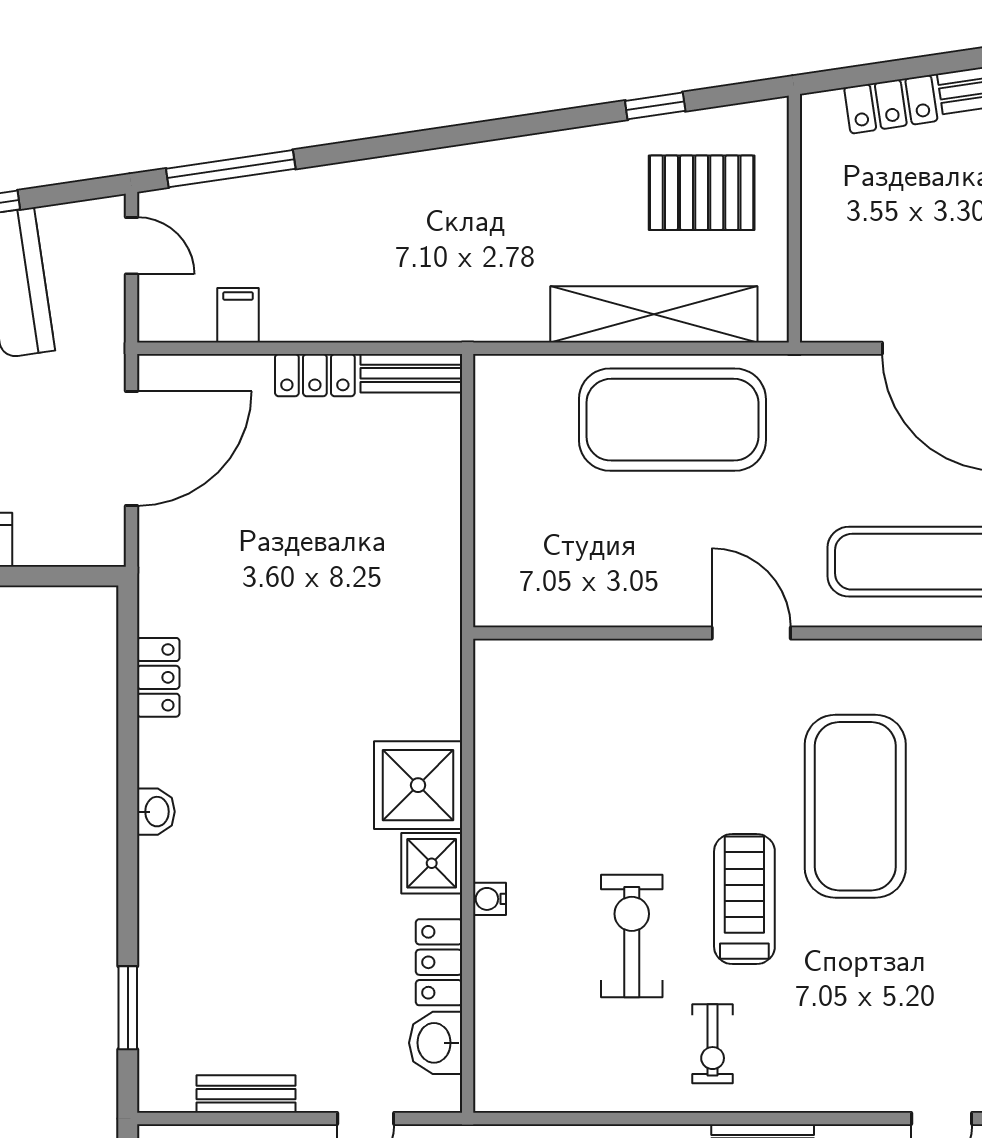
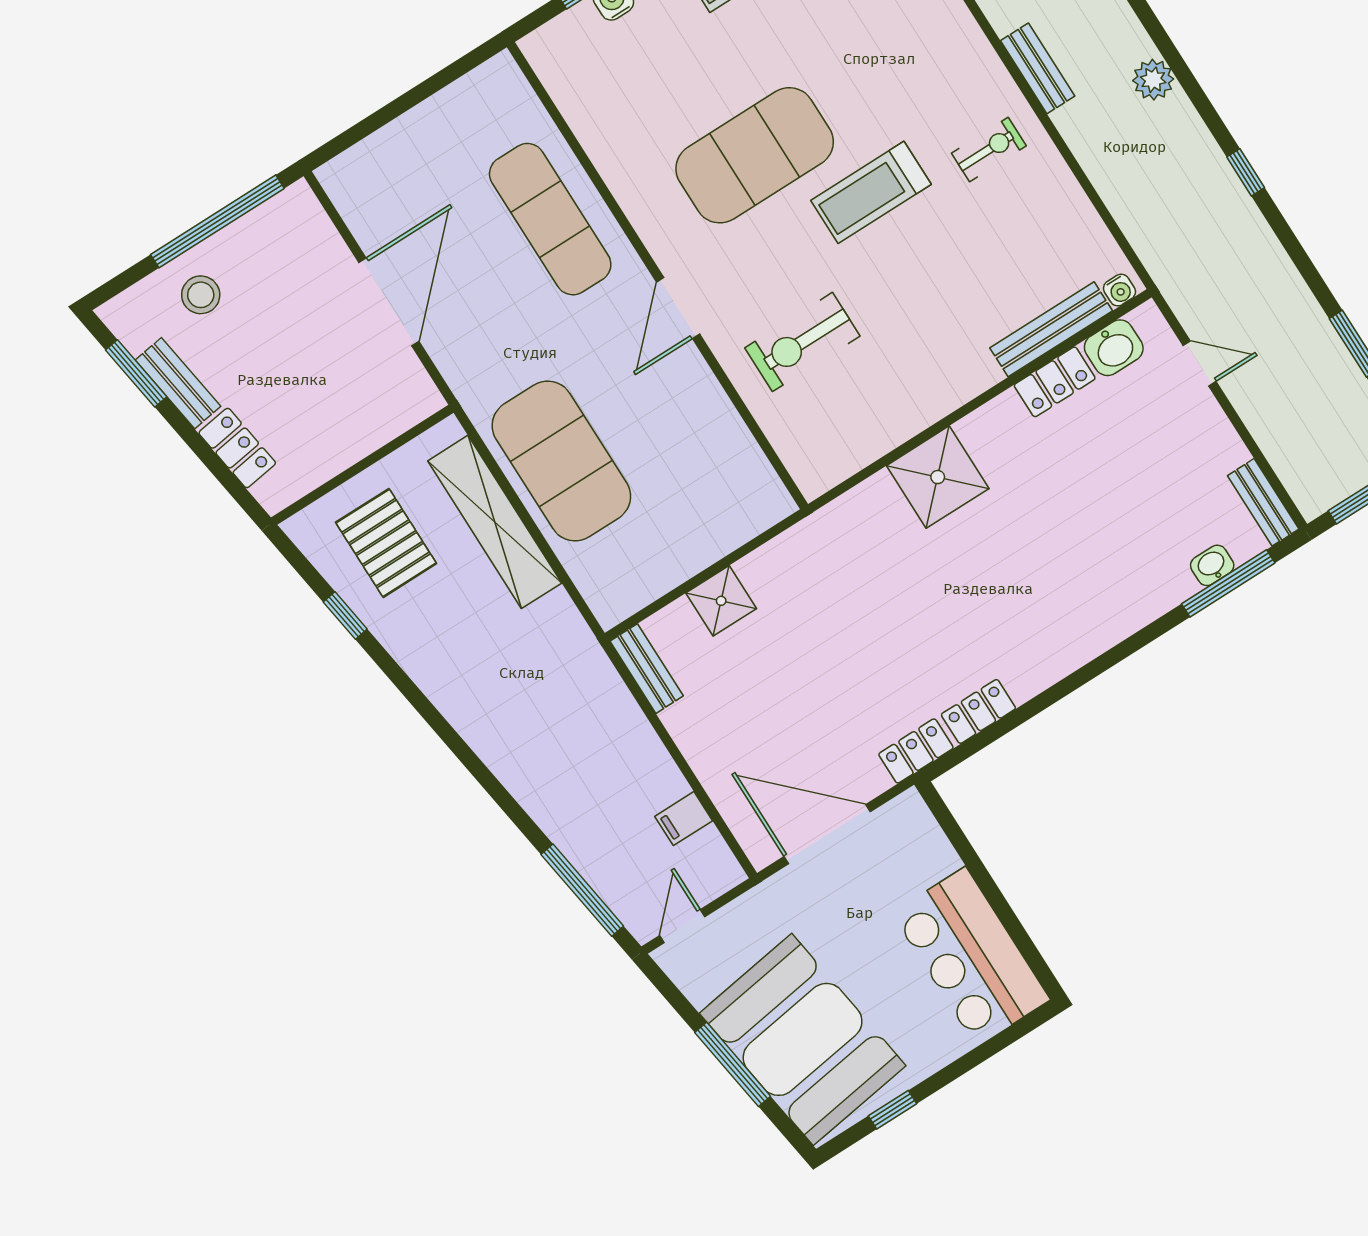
locker: (315, 375) -> (916, 751), moved, turned -90
washbasin: (156, 812) -> (1212, 565), moved
shower: (432, 863) -> (721, 601), moved
water cooler: (490, 899) -> (1119, 290), moved
exercise bike: (632, 936) -> (802, 342), moved
bench: (494, 992) -> (1051, 329), added
window: (128, 1008) -> (1228, 583), width x1.44
bench: (246, 1094) -> (1263, 502), moved

